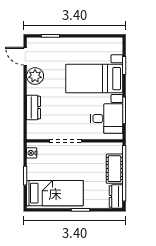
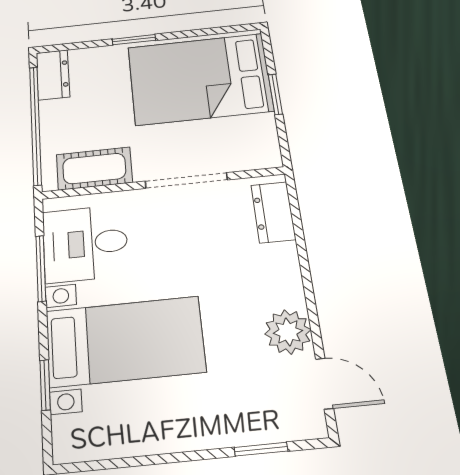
dresser: (33, 107) -> (273, 212), moved
nightstand: (32, 153) -> (267, 145), removed
cot: (114, 169) -> (94, 168), moved, turned 90
bed: (55, 193) -> (200, 79), width x1.50

